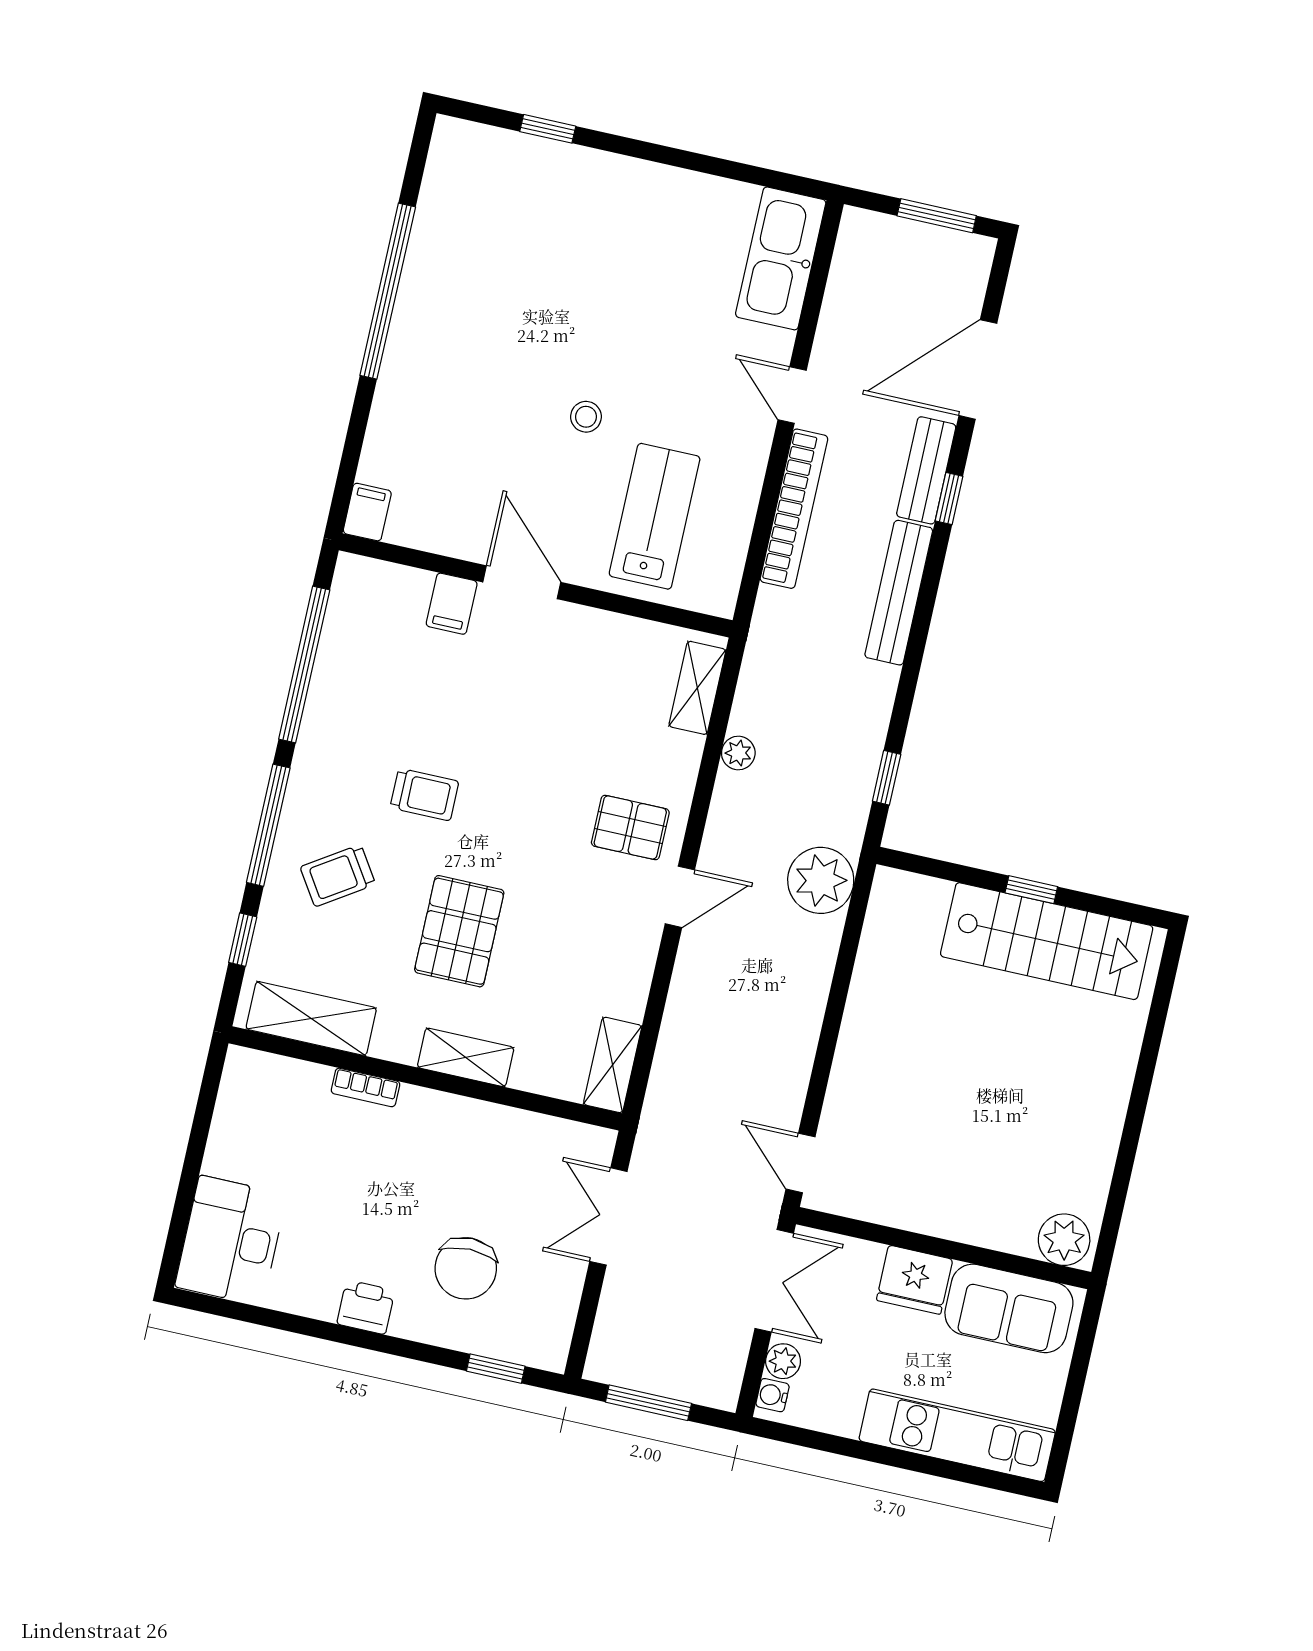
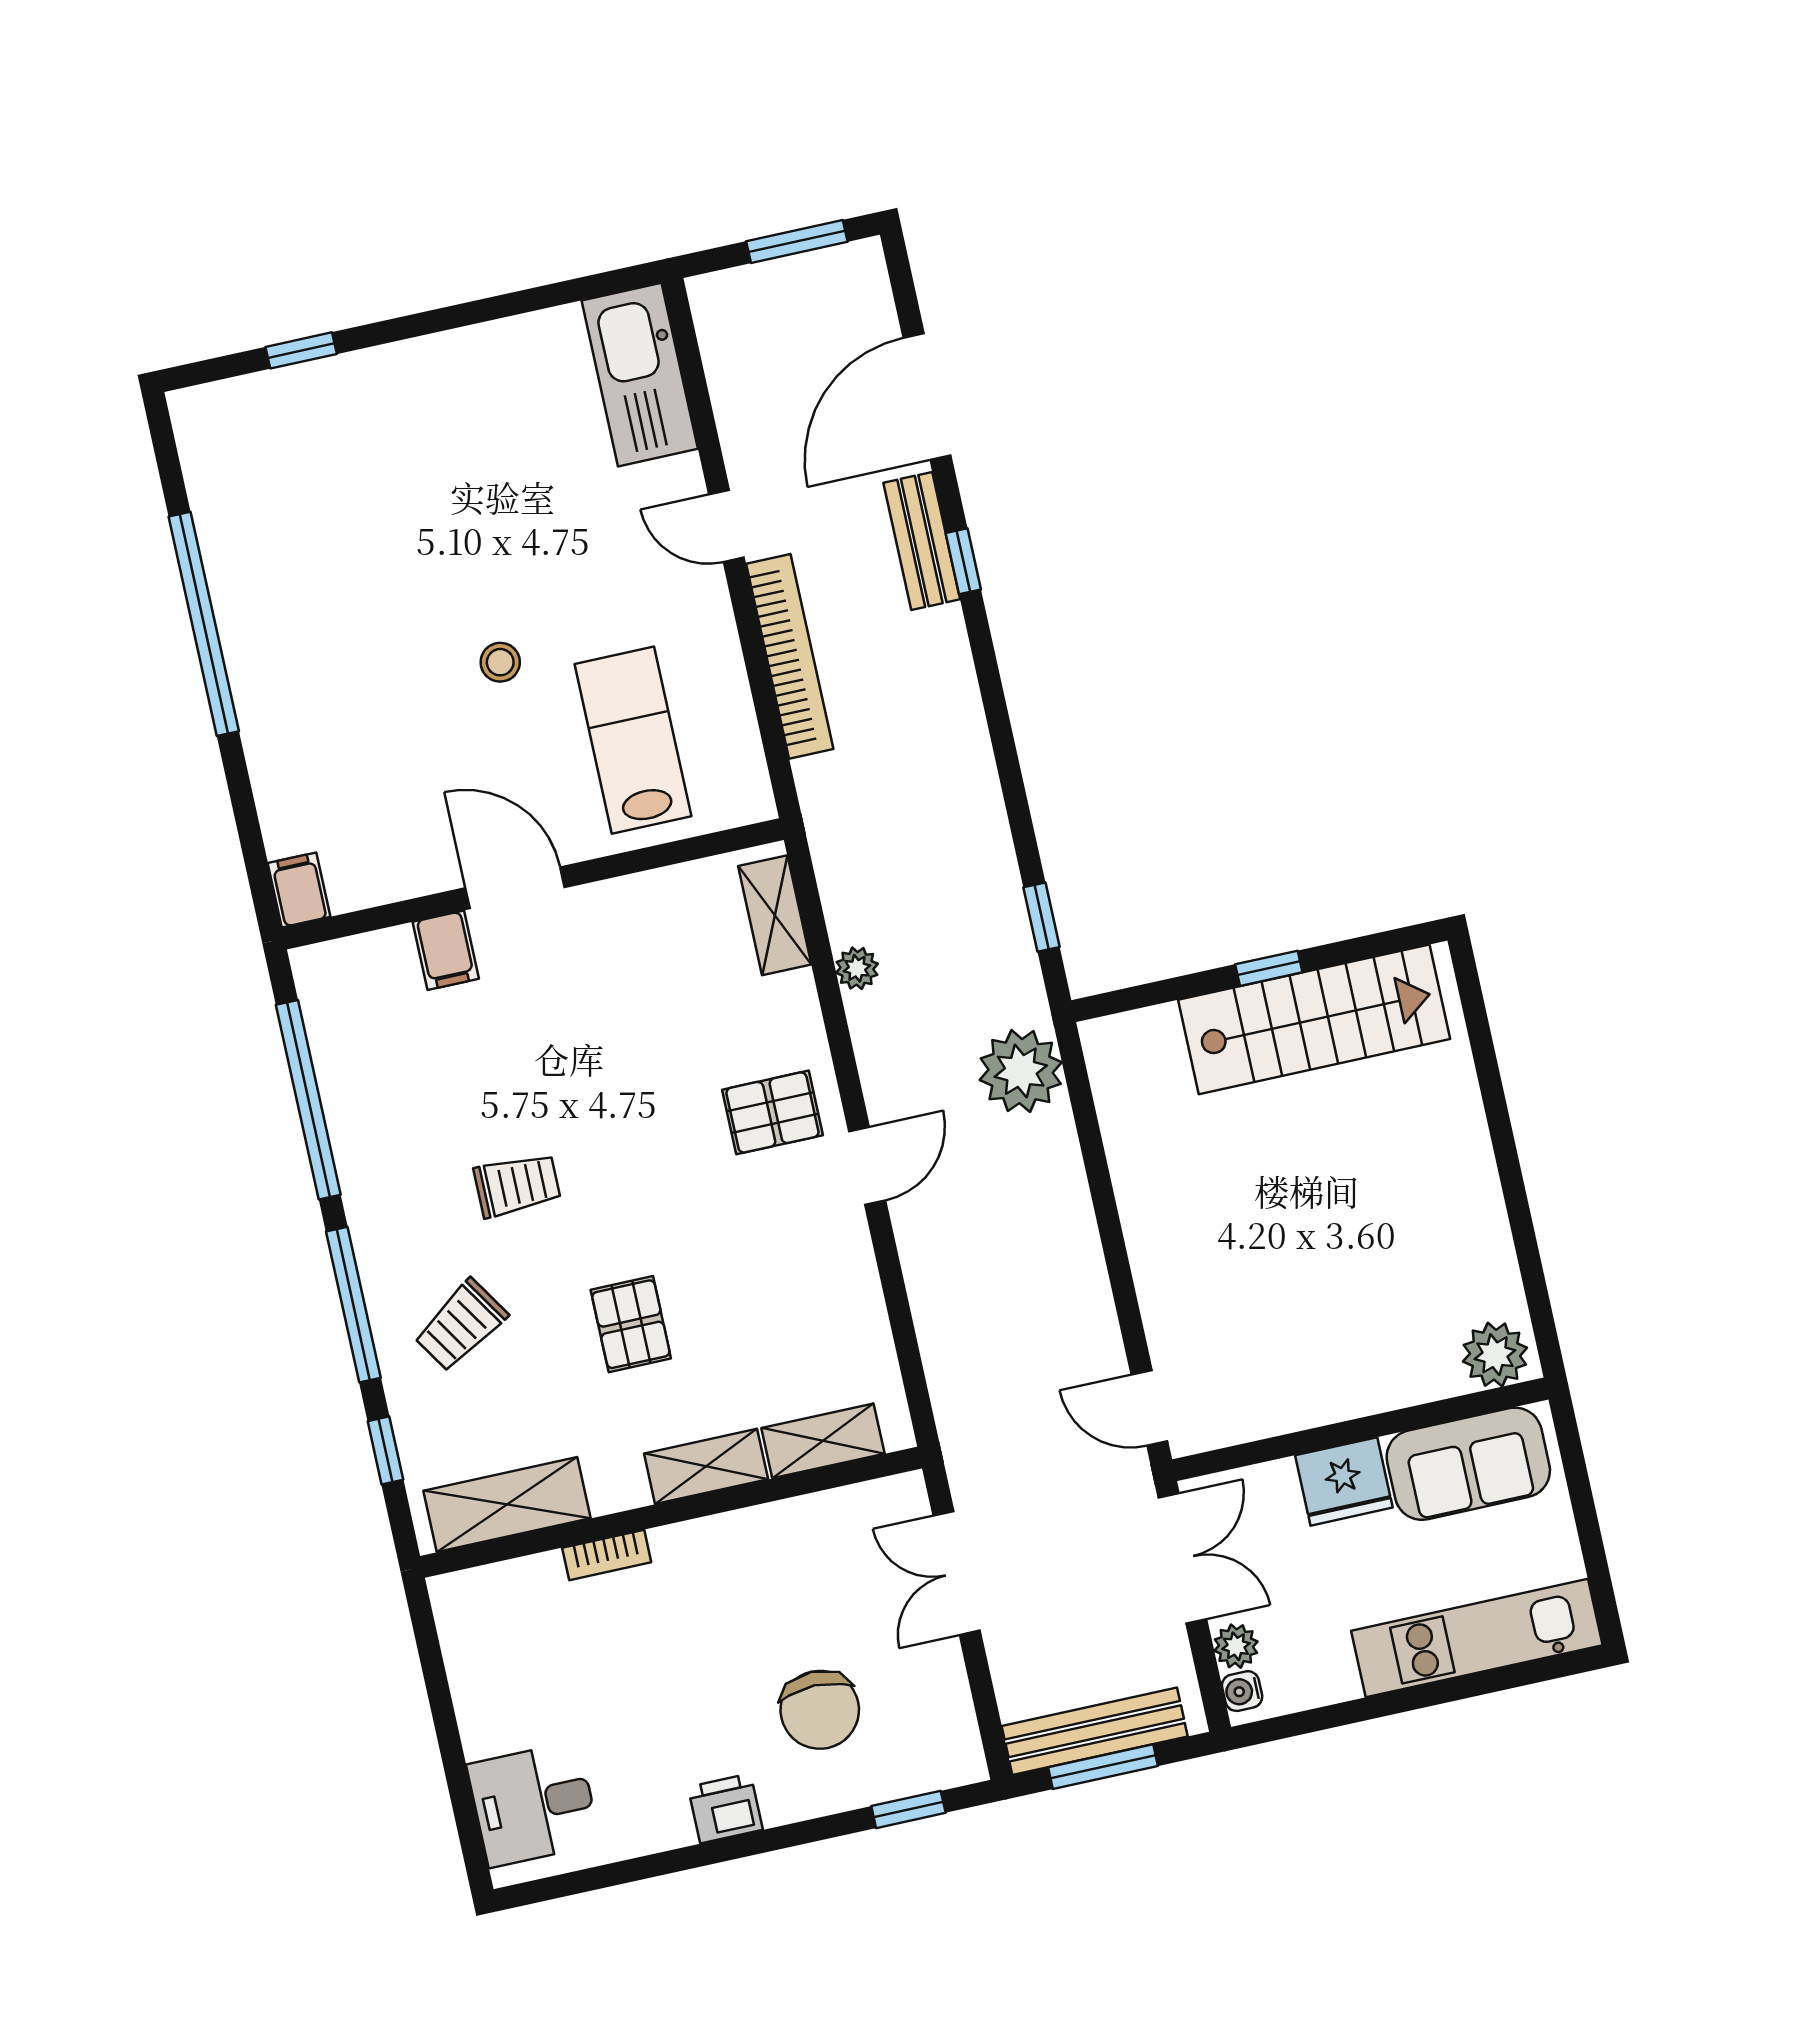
bench: (899, 593) -> (1095, 1731), moved, turned 90
pallet: (459, 931) -> (631, 1324), width x0.67, depth x0.71
shelving: (613, 1065) -> (823, 1441), moved, turned 90
desk: (231, 1241) -> (534, 1804), width x0.73

